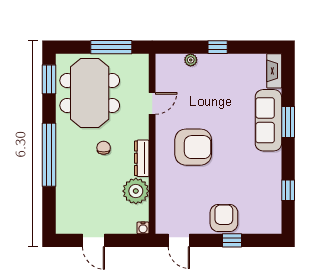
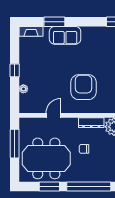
window: (49, 79) -> (49, 186), moved
door: (152, 103) -> (53, 115), hinge flipped
sofa: (268, 120) -> (65, 35), width x0.73
window: (288, 122) -> (54, 22), moved

